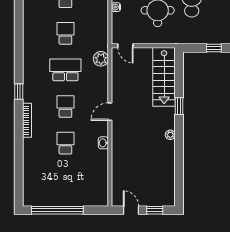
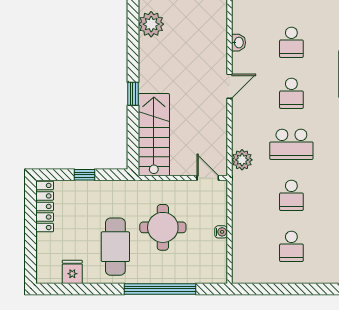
plant: (170, 135) -> (151, 24), moved, width x1.88, depth x1.88

